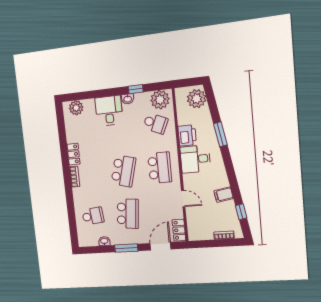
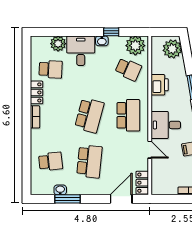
plant: (76, 108) -> (58, 44), moved
school desk: (84, 131) -> (51, 69), added
desk: (195, 159) -> (166, 125), moved
window: (126, 248) -> (68, 199), moved

